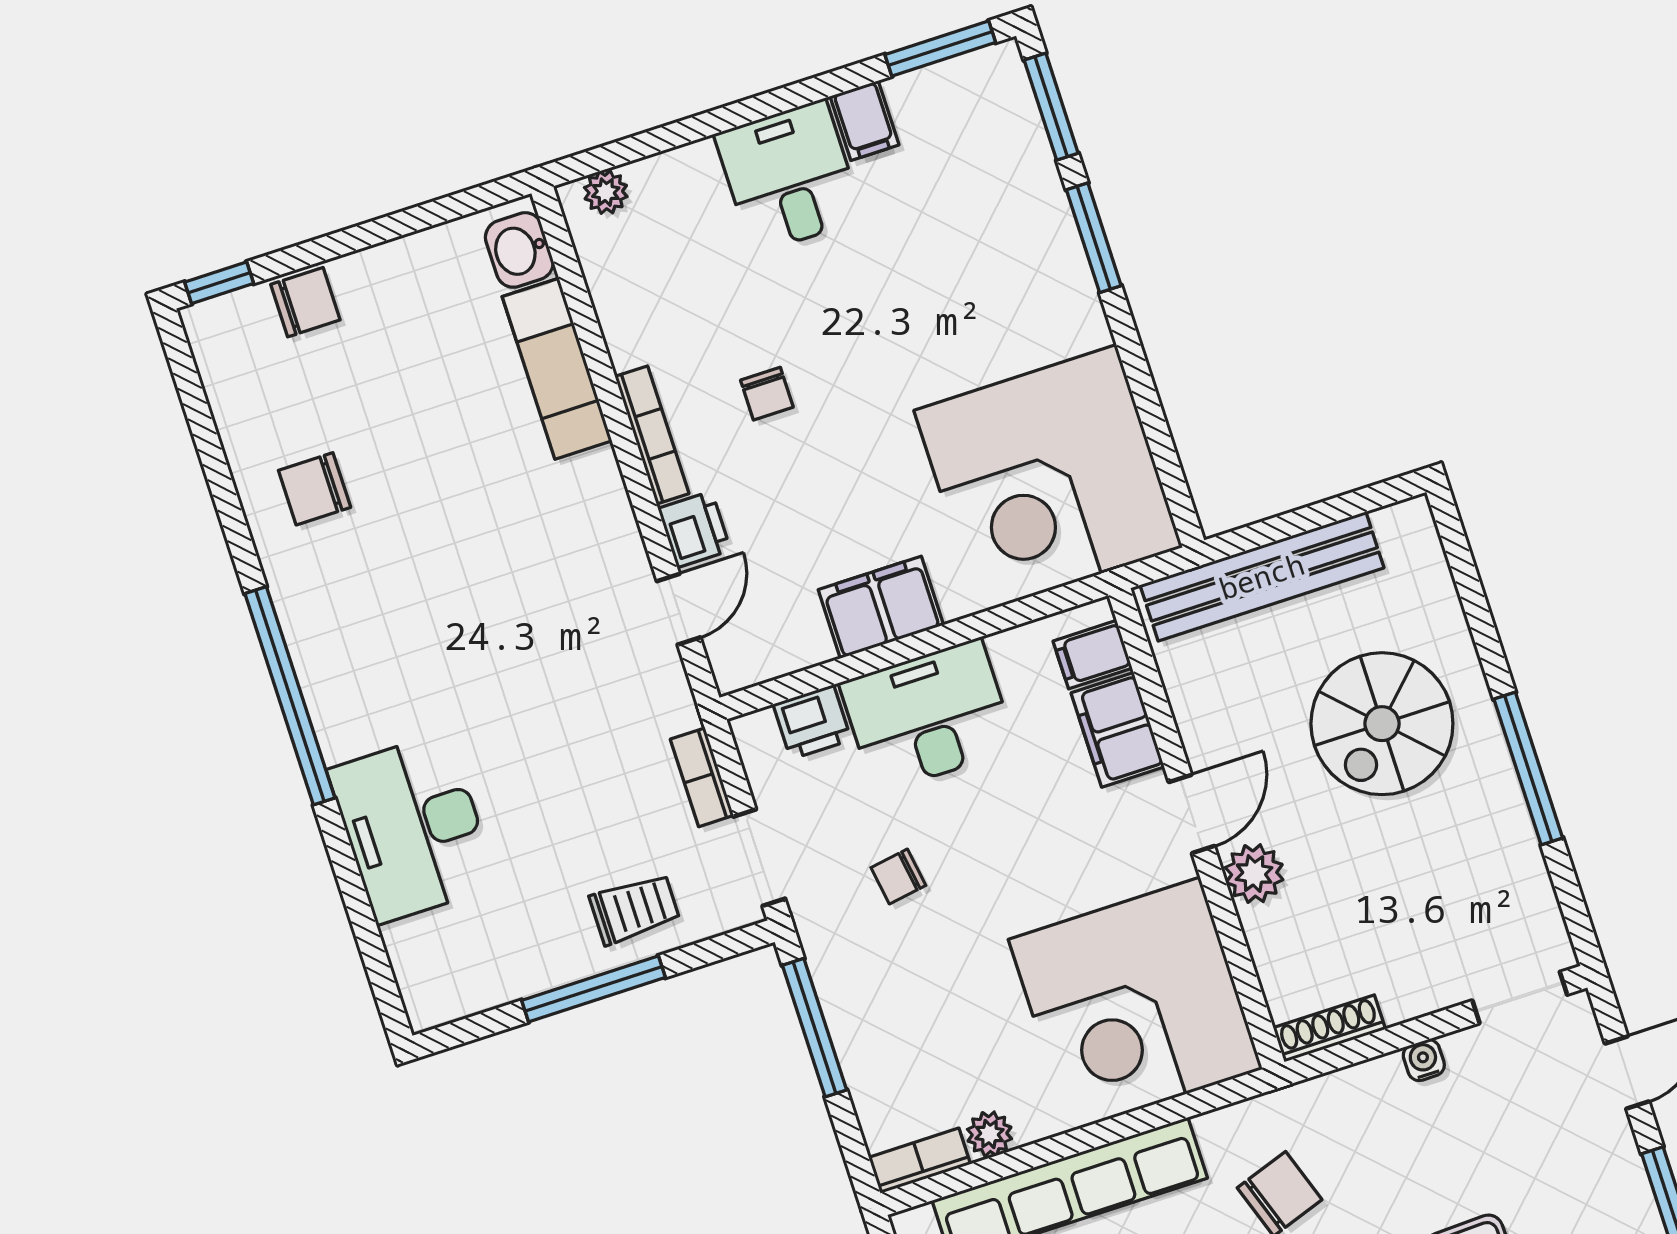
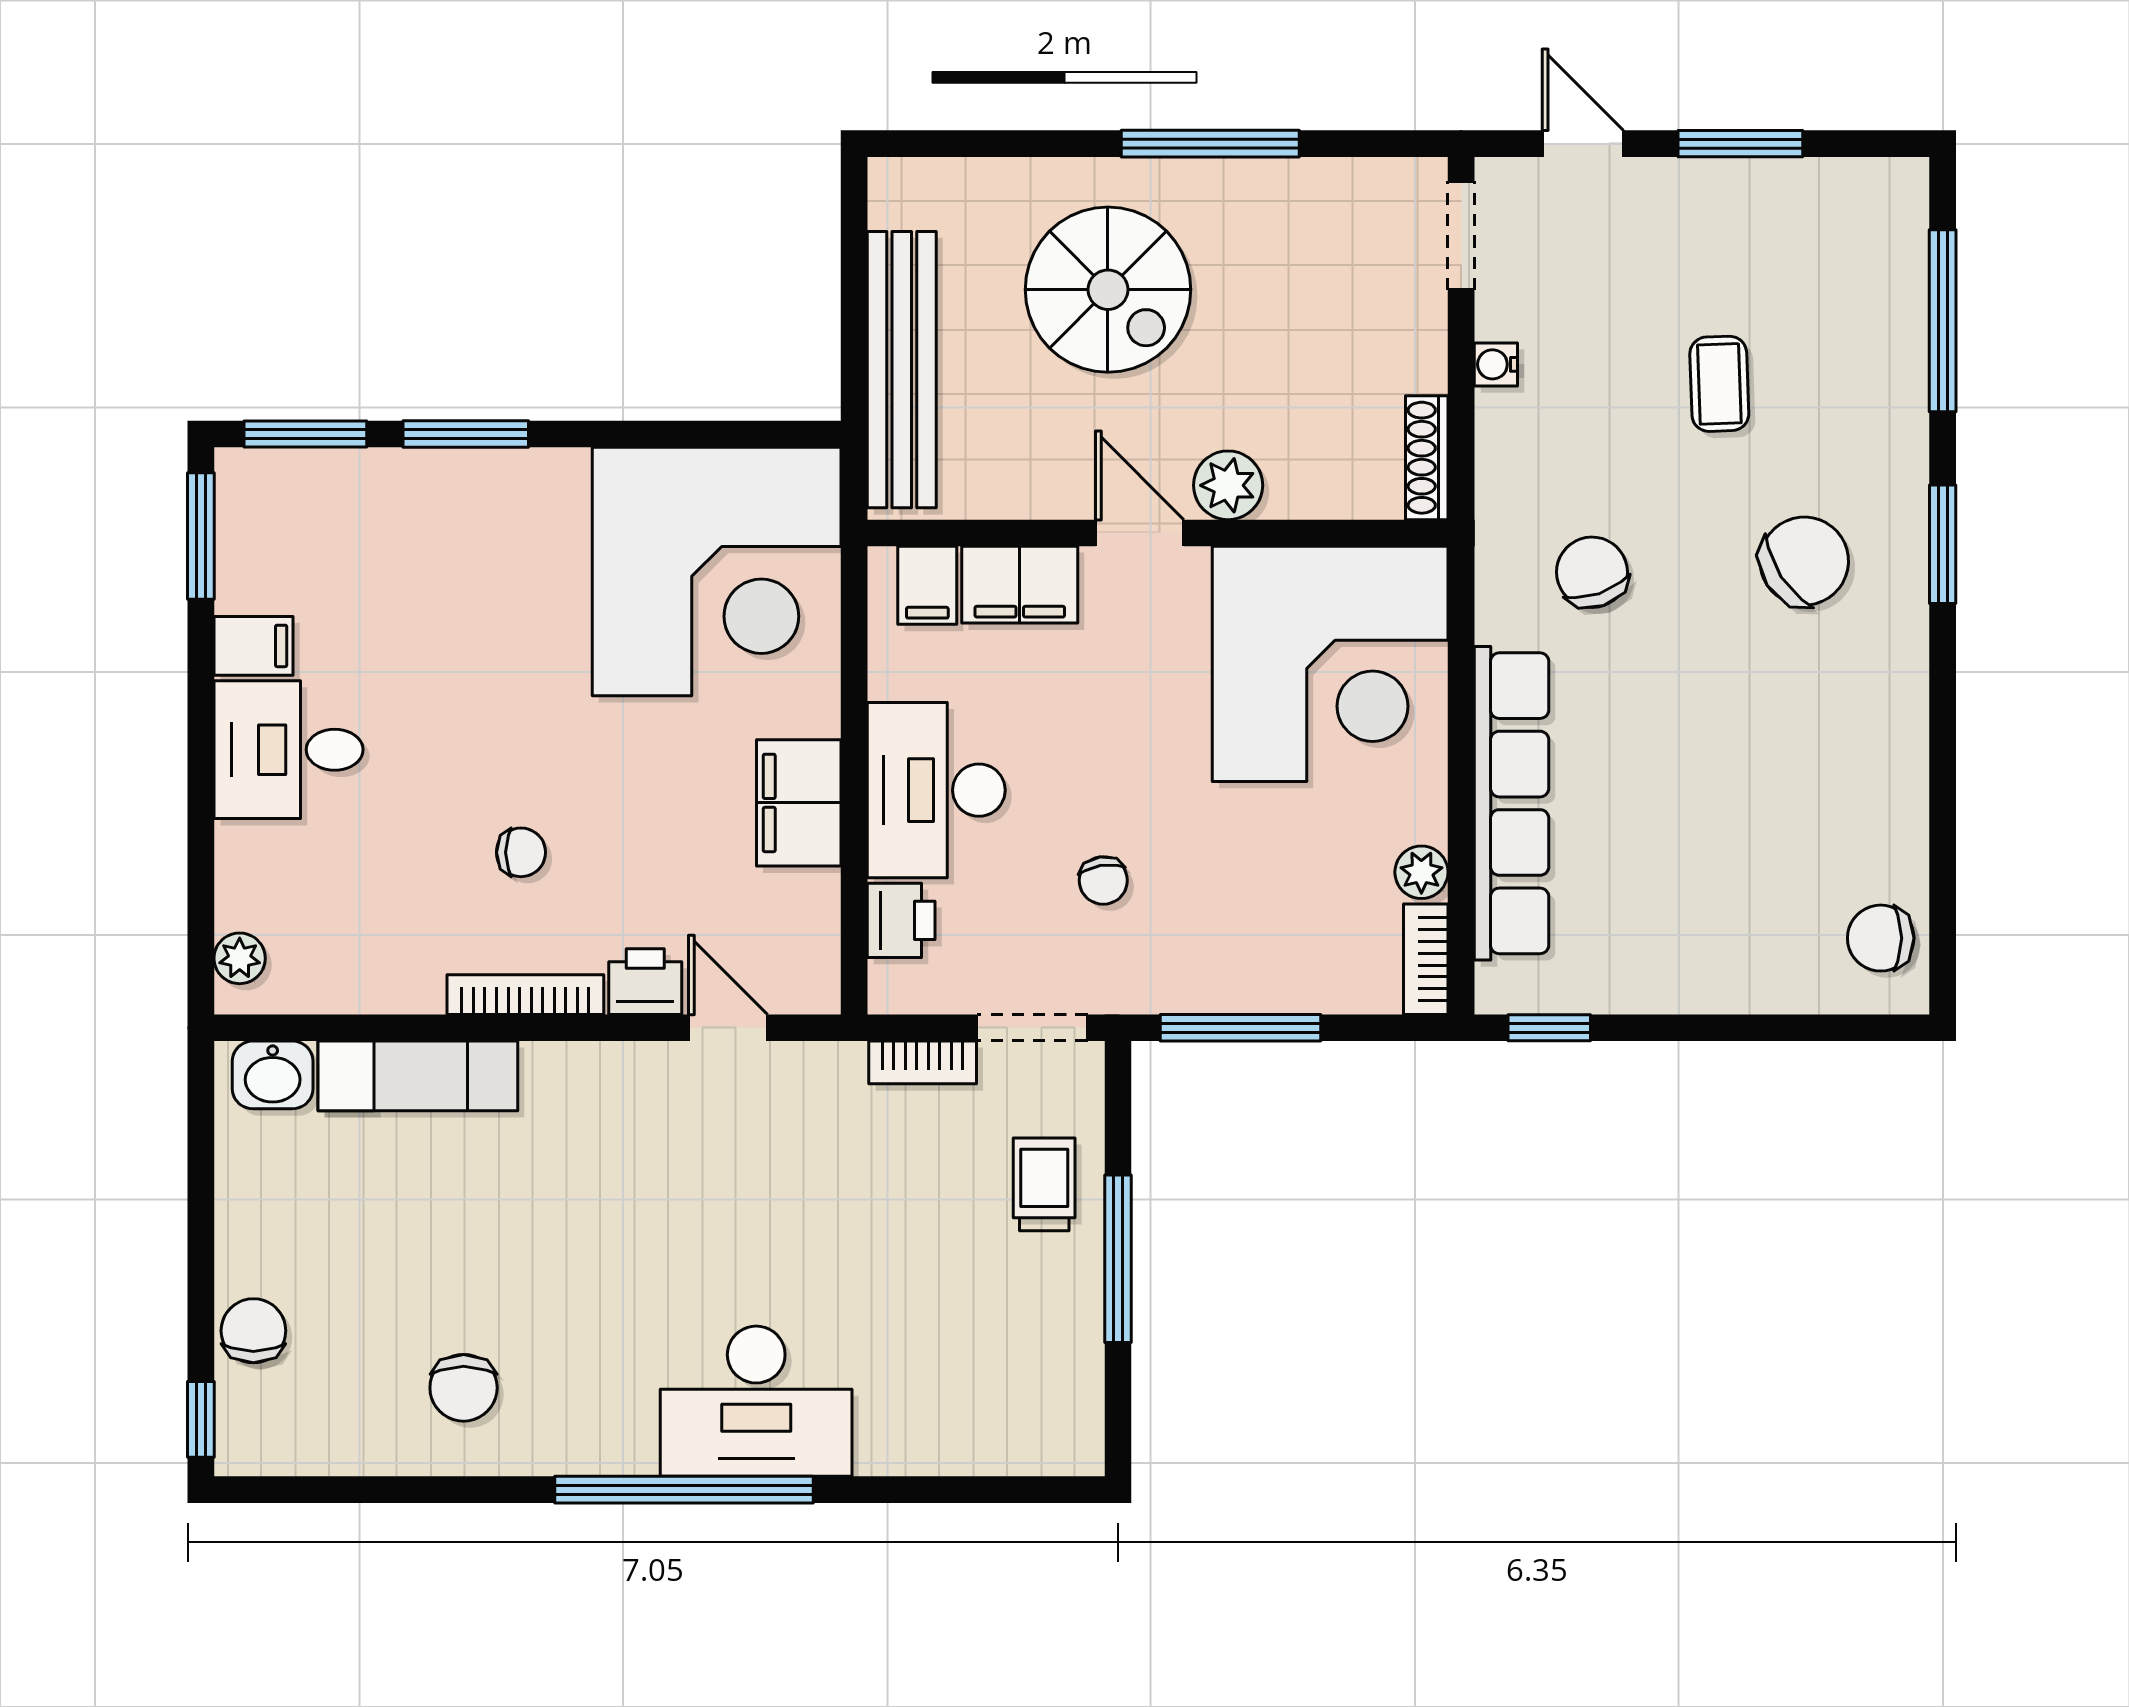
desk: (413, 828) -> (756, 1401), moved

